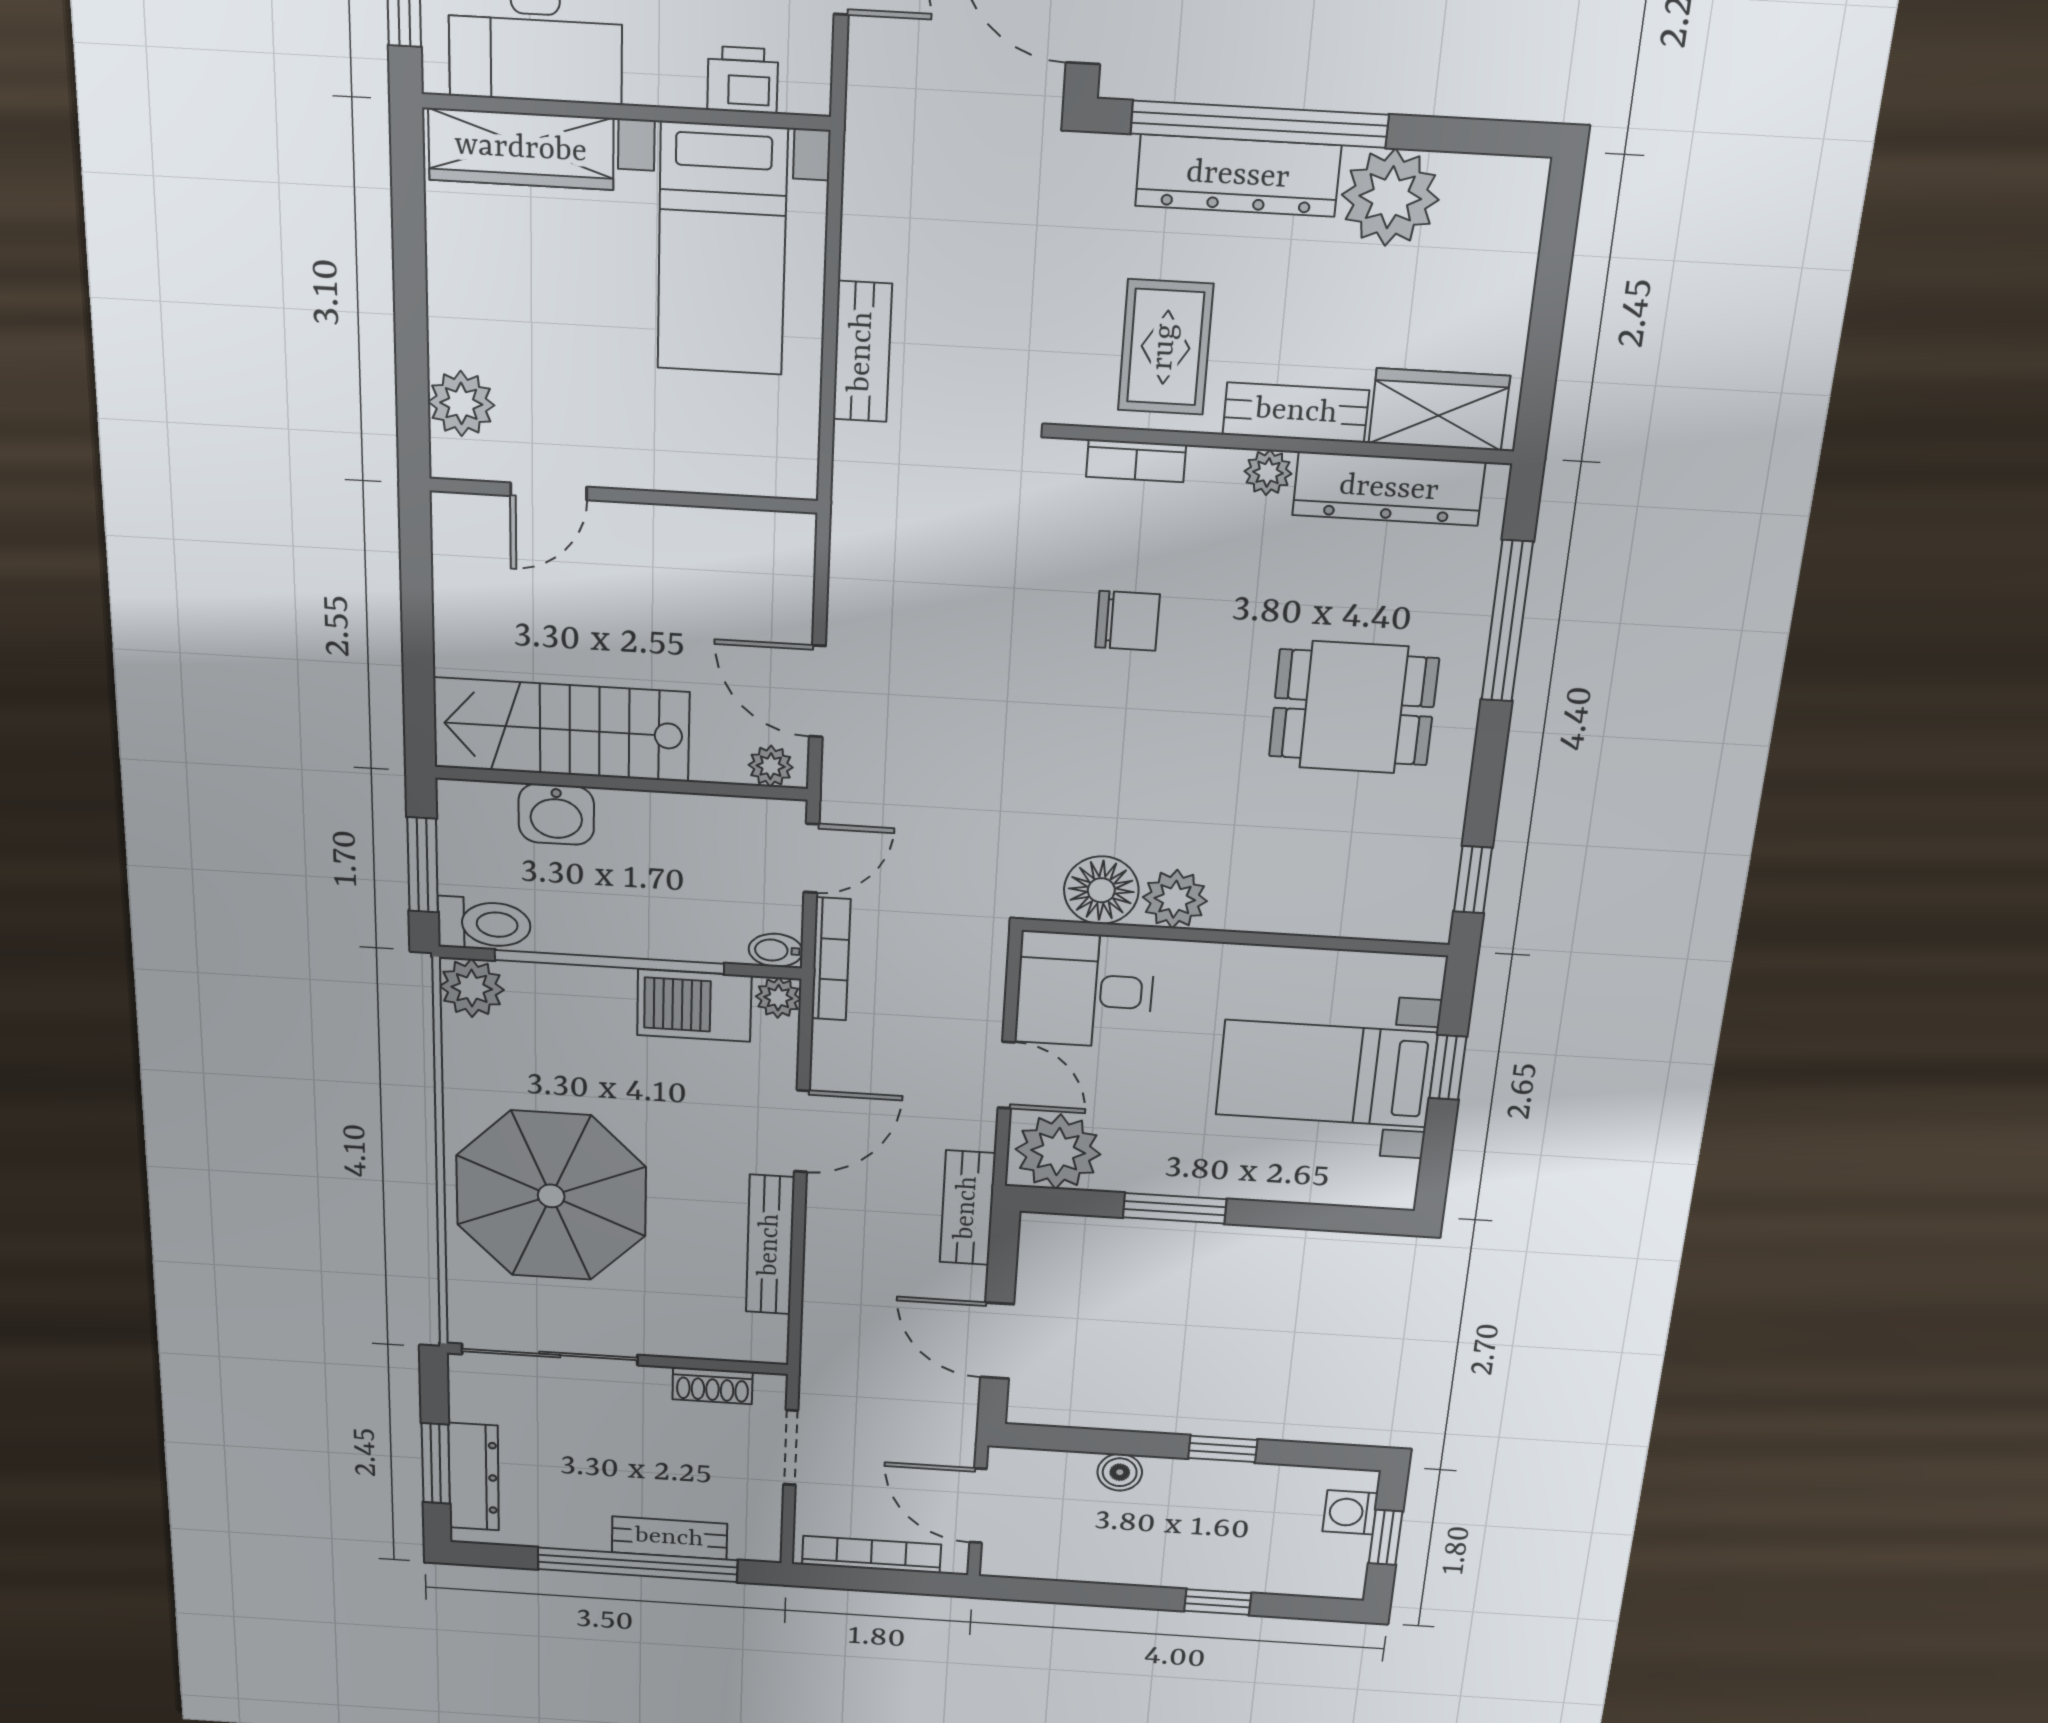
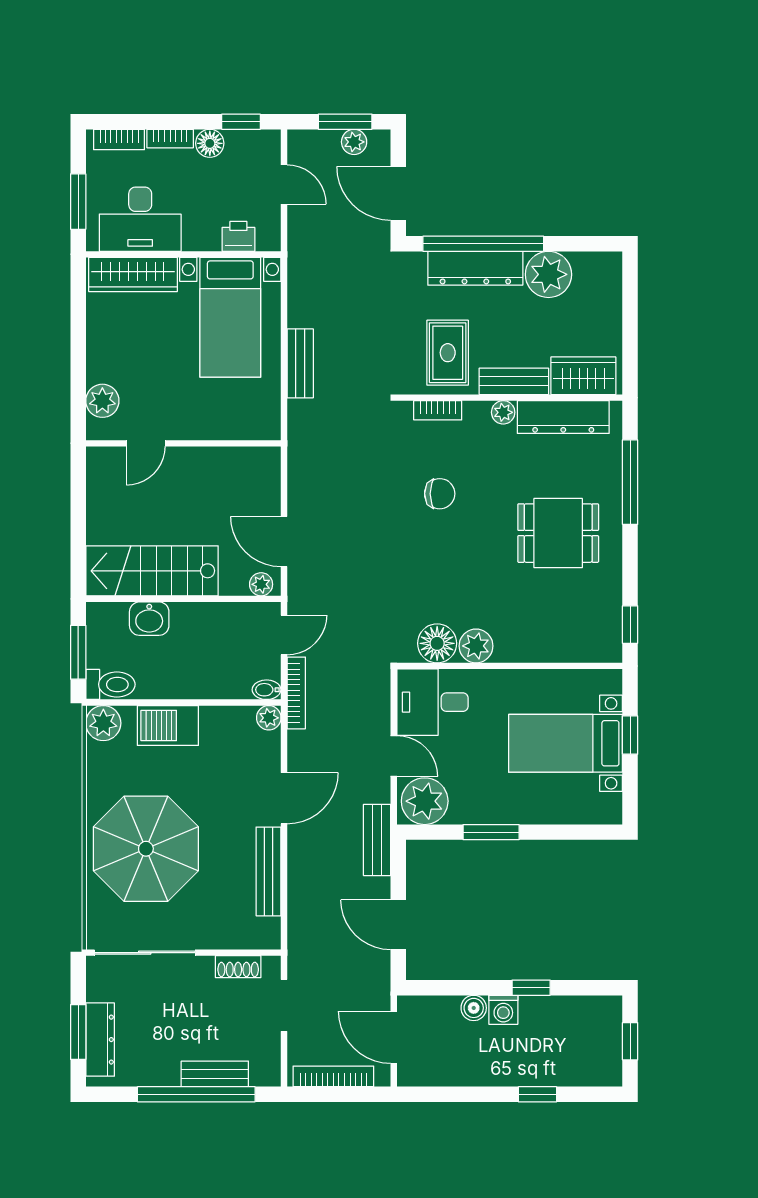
window: (609, 962) -> (178, 703), removed
barbecue: (694, 1006) -> (168, 726), moved
washing machine: (1350, 1512) -> (503, 1010), moved, turned -90

